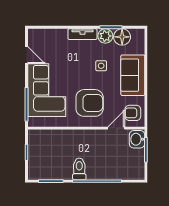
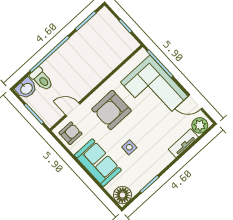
tv unit: (83, 34) -> (183, 143), moved
plant: (105, 36) -> (200, 125), moved
floor lamp: (122, 37) -> (123, 195), moved
door: (116, 128) -> (73, 109), swing flipped
washbasin: (137, 139) -> (26, 88), moved, turned 90
toilet: (79, 169) -> (42, 79), moved

